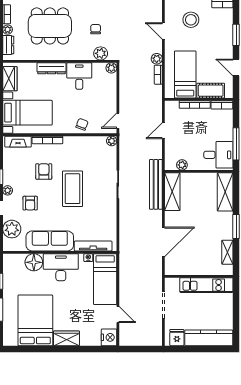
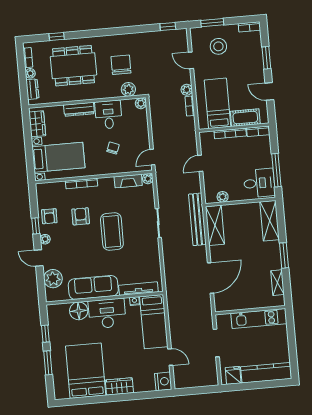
chair: (96, 29) -> (121, 65), width x1.87, depth x1.87
chair: (82, 124) -> (113, 148), moved
fireplace: (18, 142) -> (128, 181), moved
armchair: (30, 203) -> (49, 216), moved

